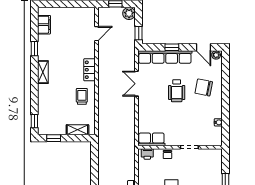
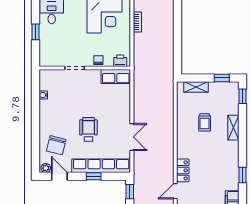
locker: (90, 70) -> (183, 170), moved
shelving: (43, 72) -> (233, 128), moved
chair: (204, 87) -> (56, 145), moved, turned 93
trolley: (82, 96) -> (205, 122), moved

